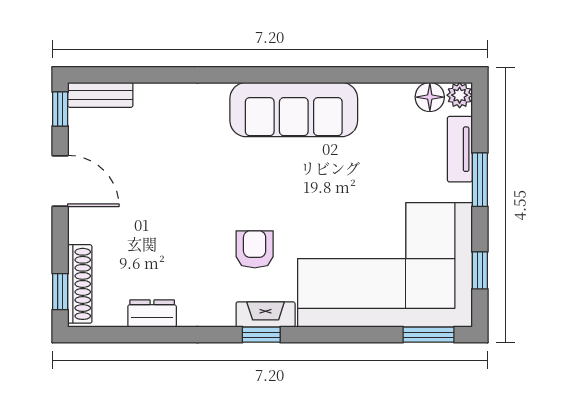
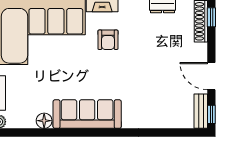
bench: (100, 95) -> (201, 111), moved, turned 90
floor lamp: (430, 97) -> (44, 121), moved

